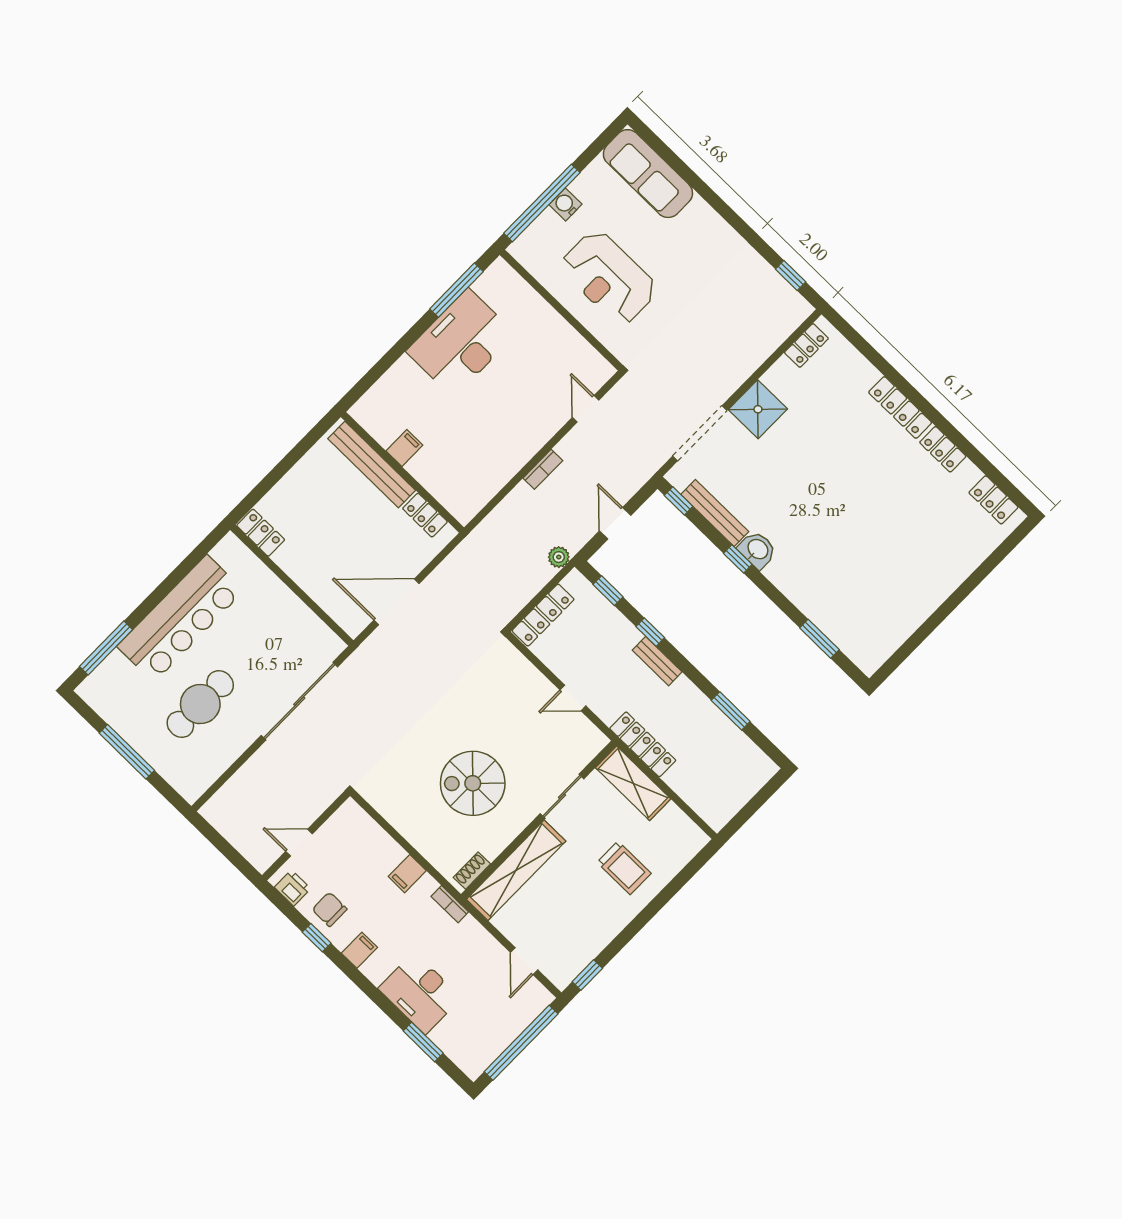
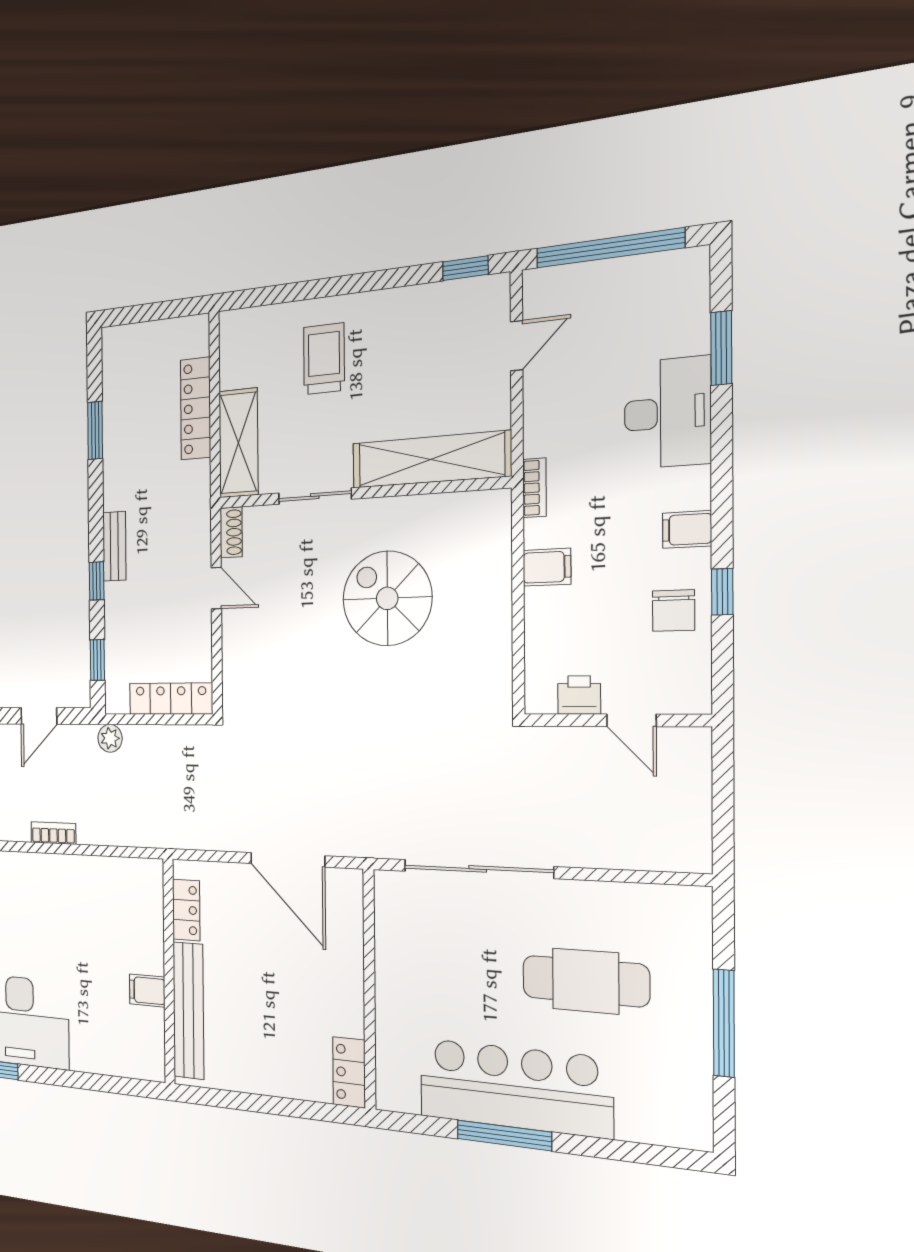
window: (106, 648) -> (504, 1135), moved
locker: (643, 744) -> (196, 409), moved
spiral stairs: (473, 783) -> (387, 598), turned 180
shoe rack: (472, 871) -> (231, 532), moved, turned -90
printer: (293, 888) -> (579, 695), moved, turned 90

